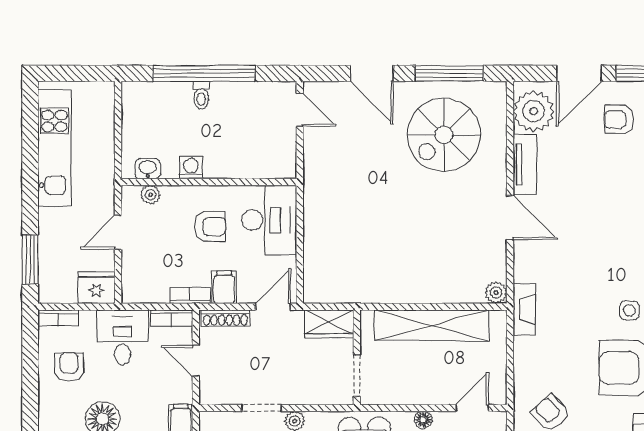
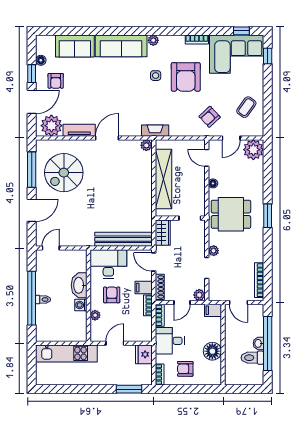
door: (579, 73) -> (32, 102), hinge flipped
spiral stairs: (444, 135) -> (64, 173), turned 90
kitchen unit: (54, 148) -> (66, 353), moved, turned 180
washbasin: (148, 169) -> (79, 285), moved, width x1.91, depth x1.45
plant: (150, 195) -> (95, 315), moved
door: (118, 232) -> (115, 343), swing flipped
bench: (316, 249) -> (123, 239), added
plant: (210, 394) -> (199, 295), added

